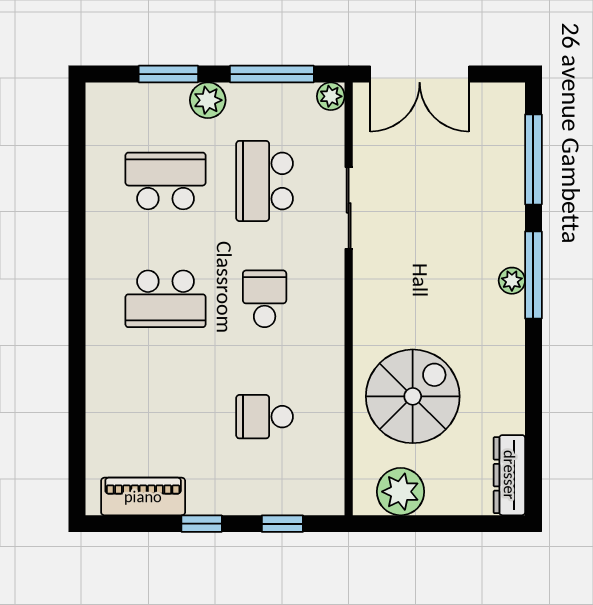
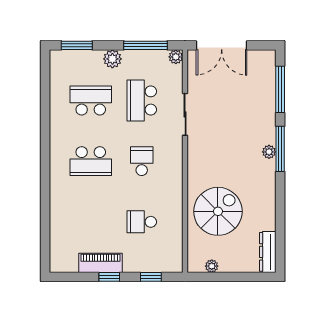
window: (168, 74) -> (77, 45), moved
plant: (401, 492) -> (212, 266), width x0.53, depth x0.53
piano: (143, 497) -> (100, 263), moved

